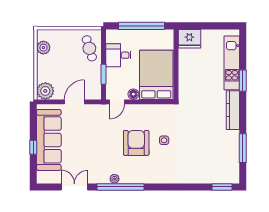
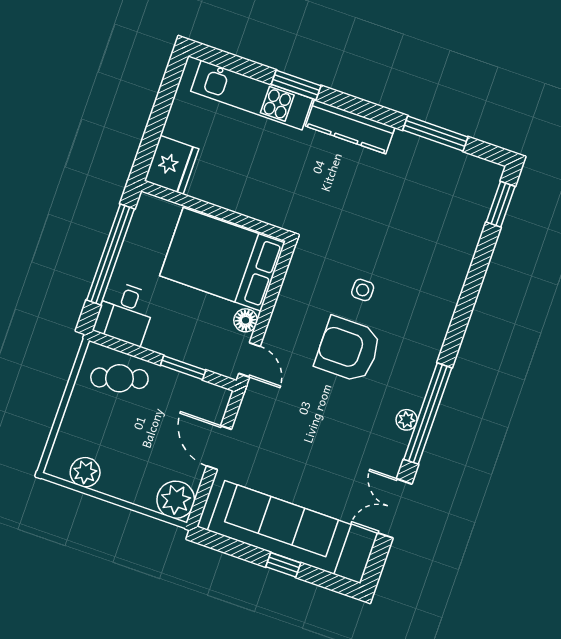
desk: (118, 55) -> (125, 313), moved

